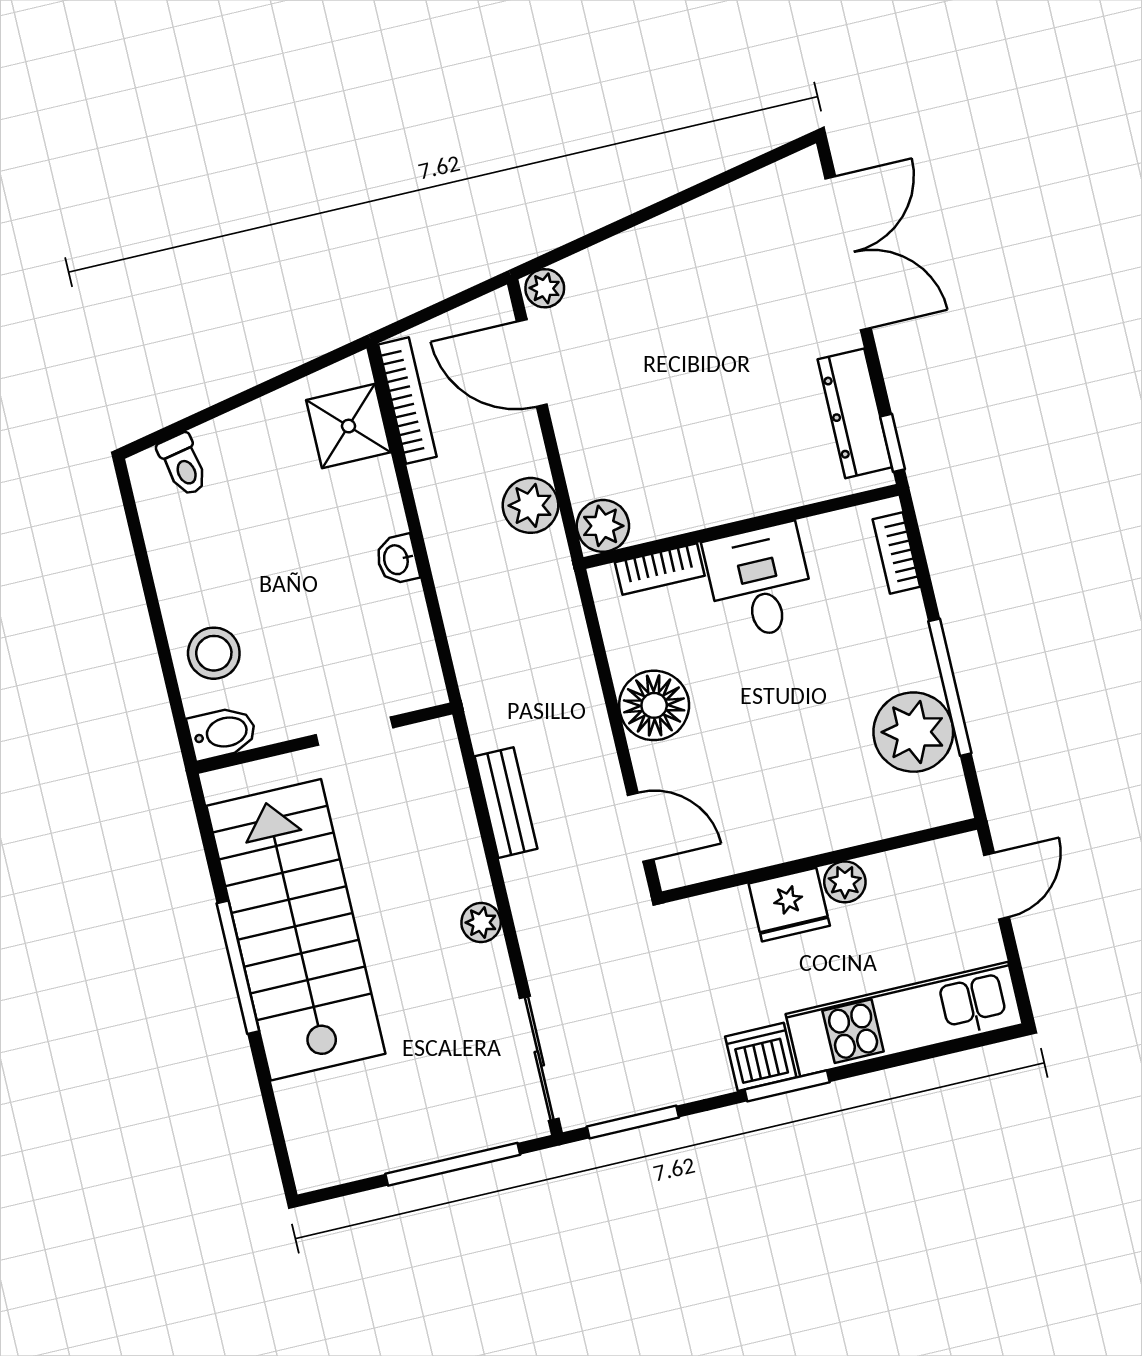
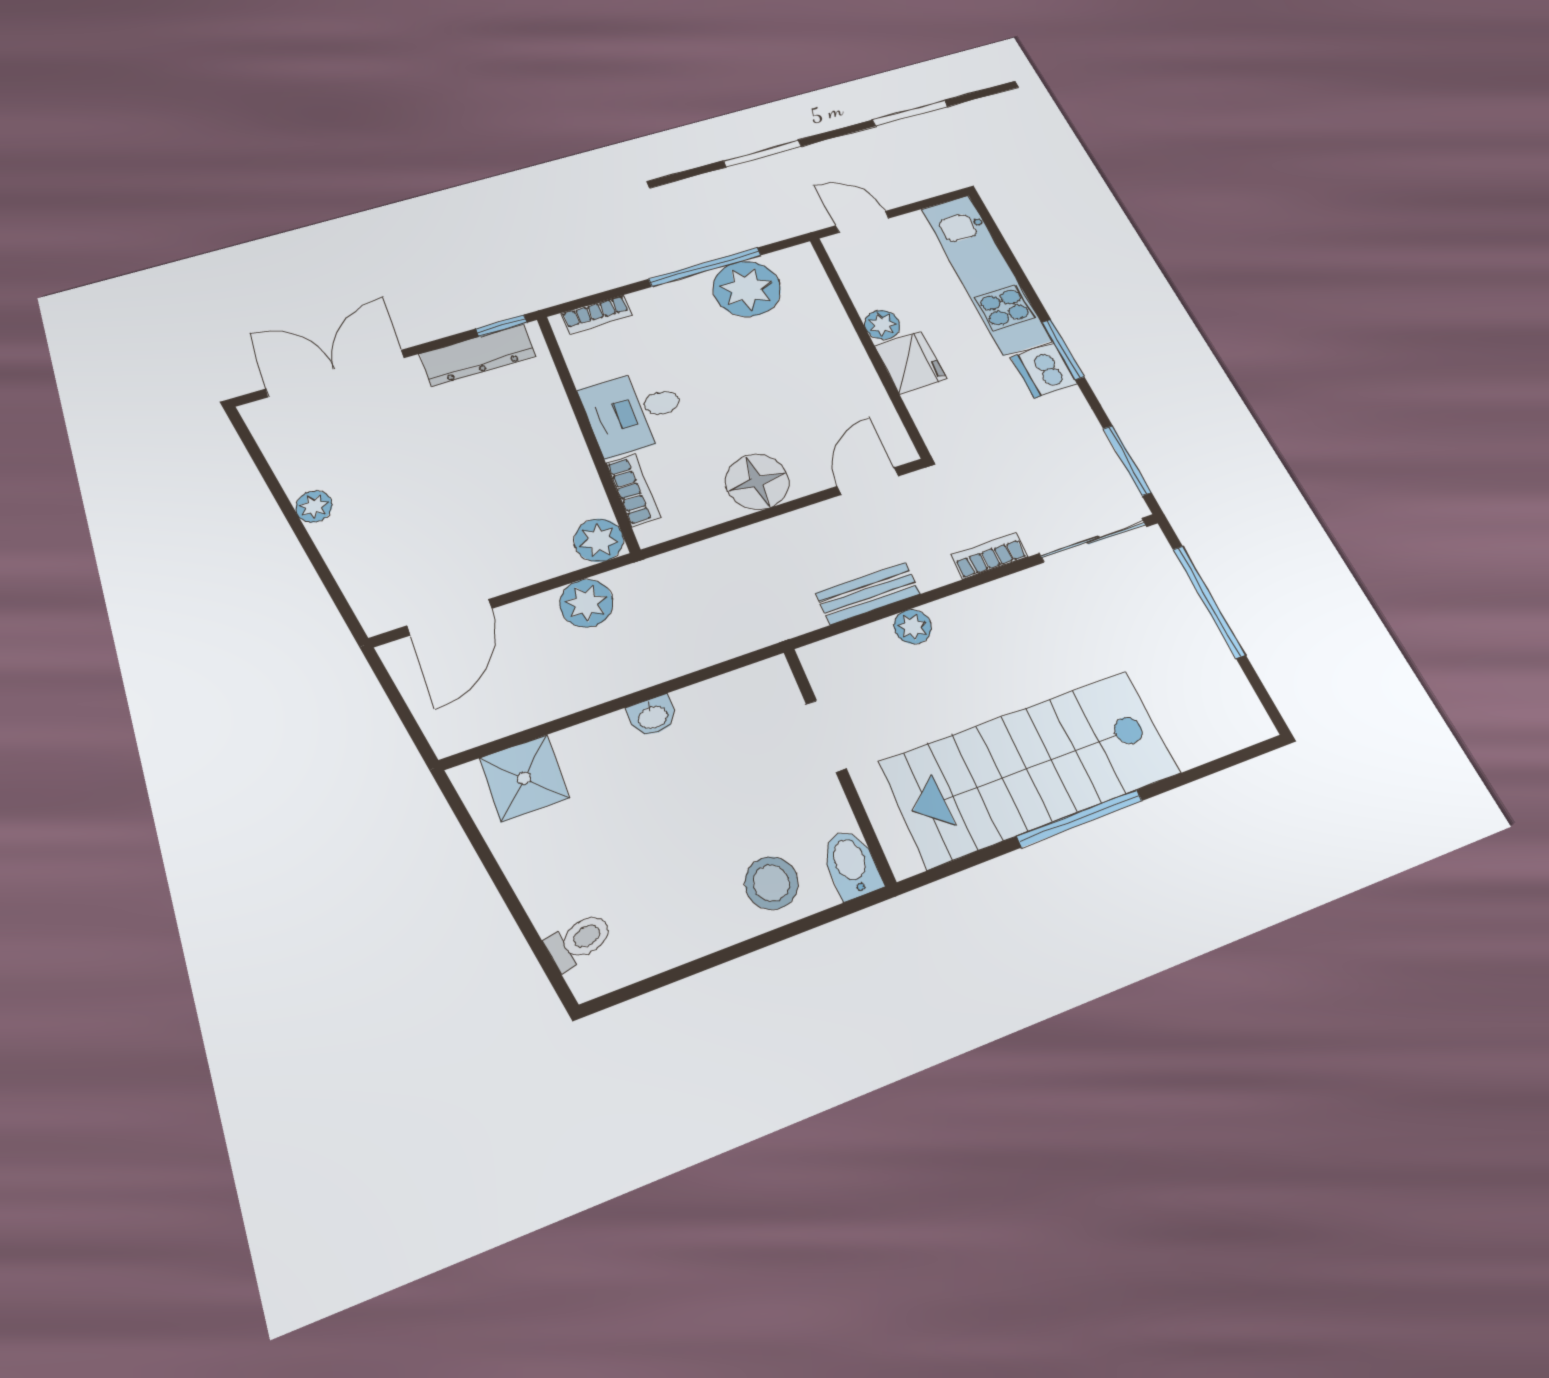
plant: (545, 288) -> (314, 507), moved
bookcase: (407, 401) -> (989, 556), moved, width x0.64
plant: (481, 923) -> (913, 627), moved

